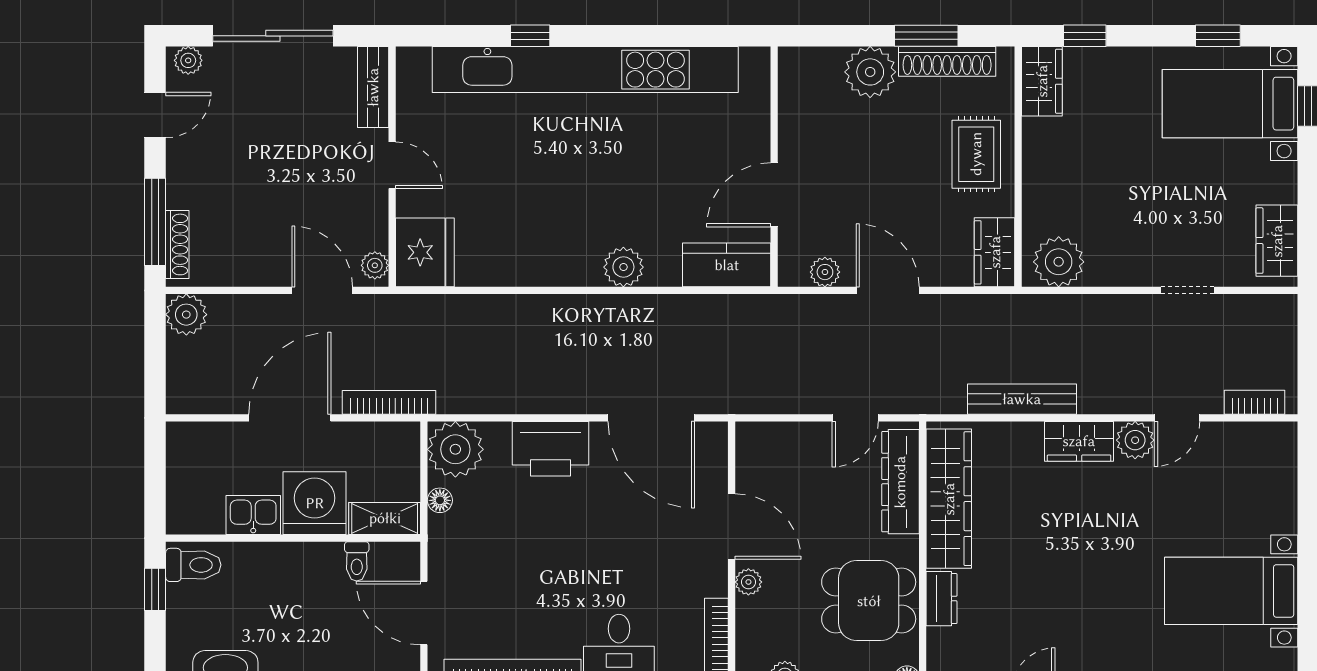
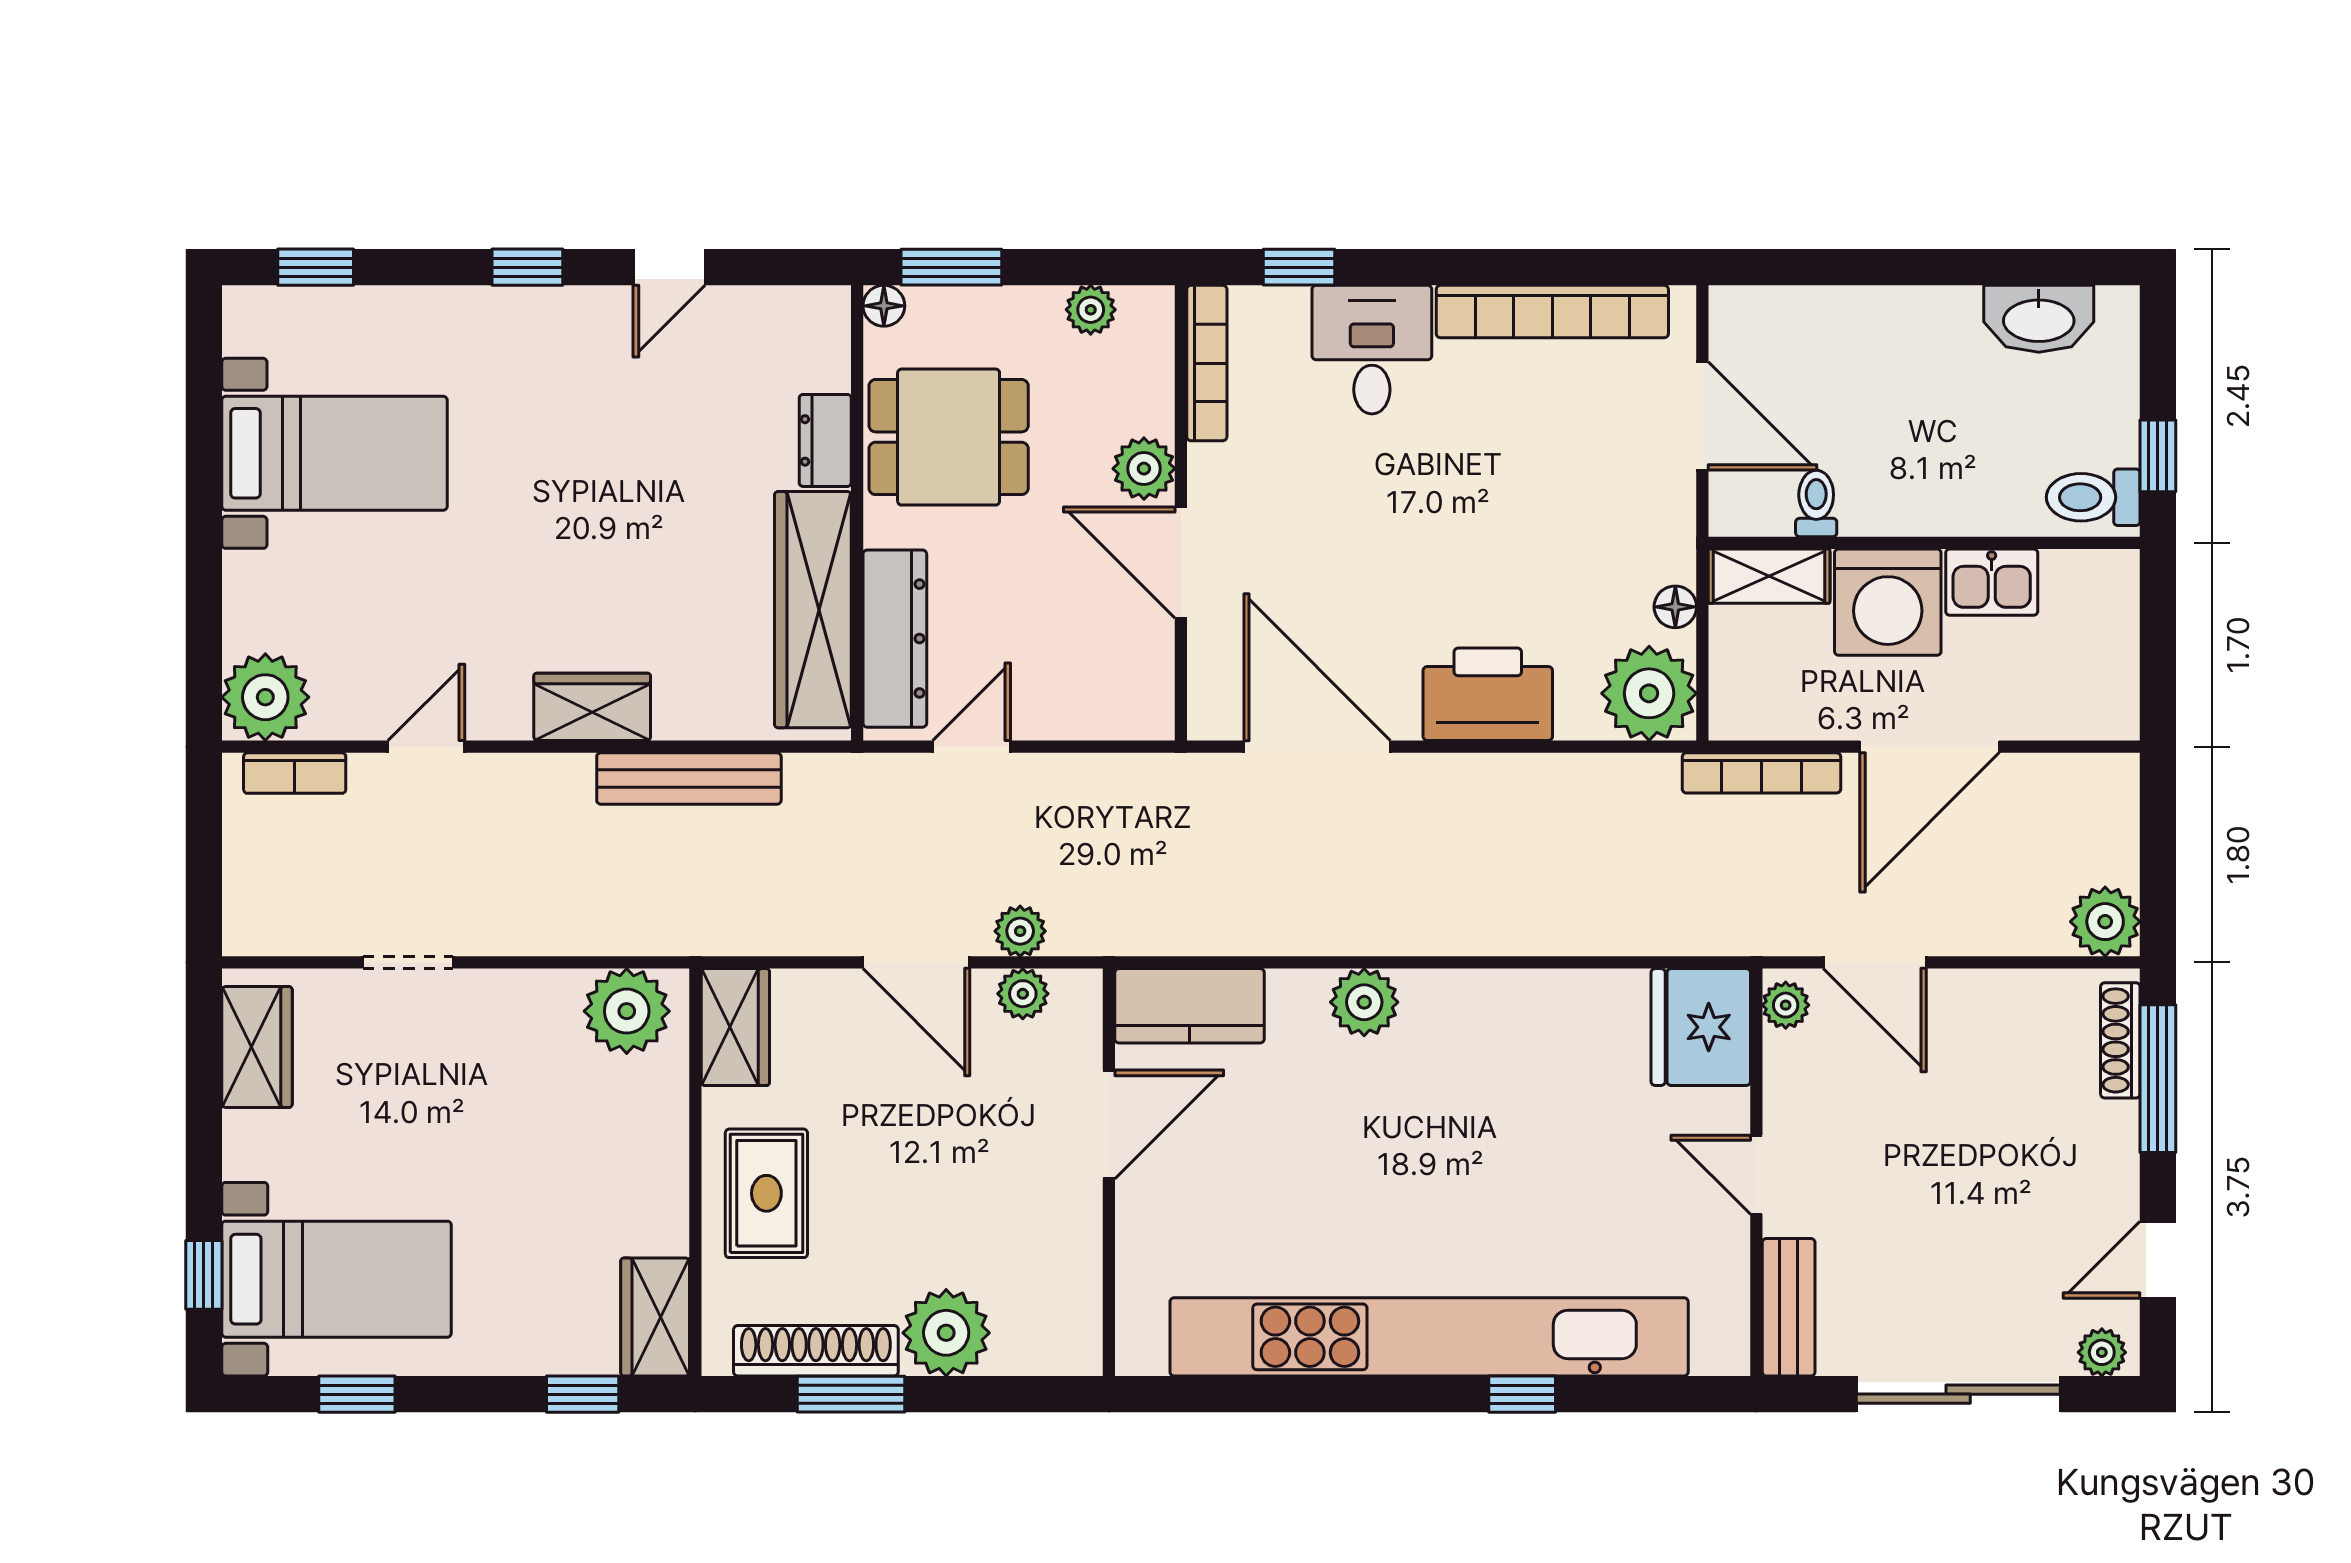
plant: (827, 309) -> (1020, 931), added
plant: (1135, 440) -> (265, 697), moved, width x1.36, depth x1.36
plant: (748, 582) -> (1144, 469), width x1.38, depth x1.38

